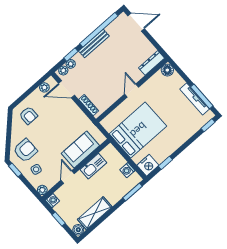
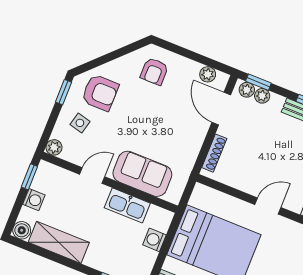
window: (71, 55) -> (258, 82), moved
washing machine: (127, 170) -> (154, 240), moved
washing machine: (52, 201) -> (34, 200), moved
window: (59, 219) -> (29, 177), moved

